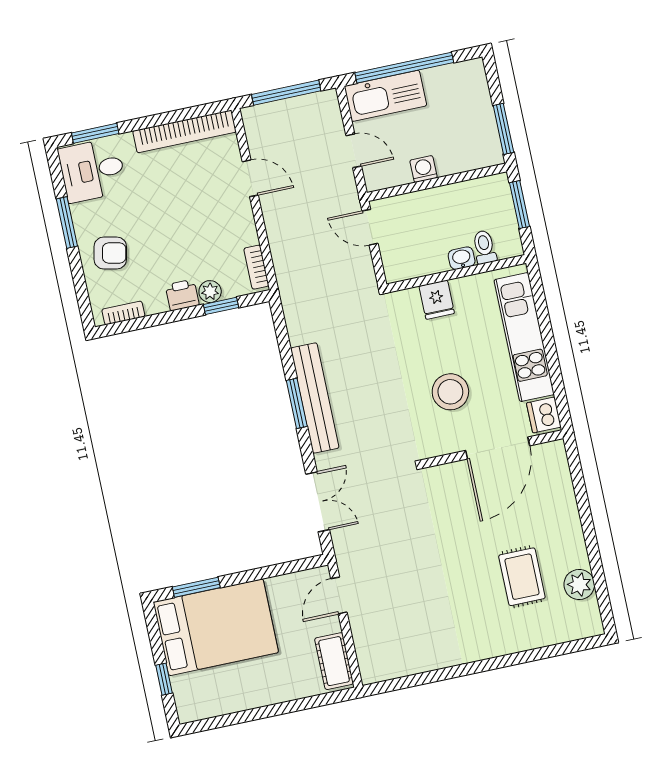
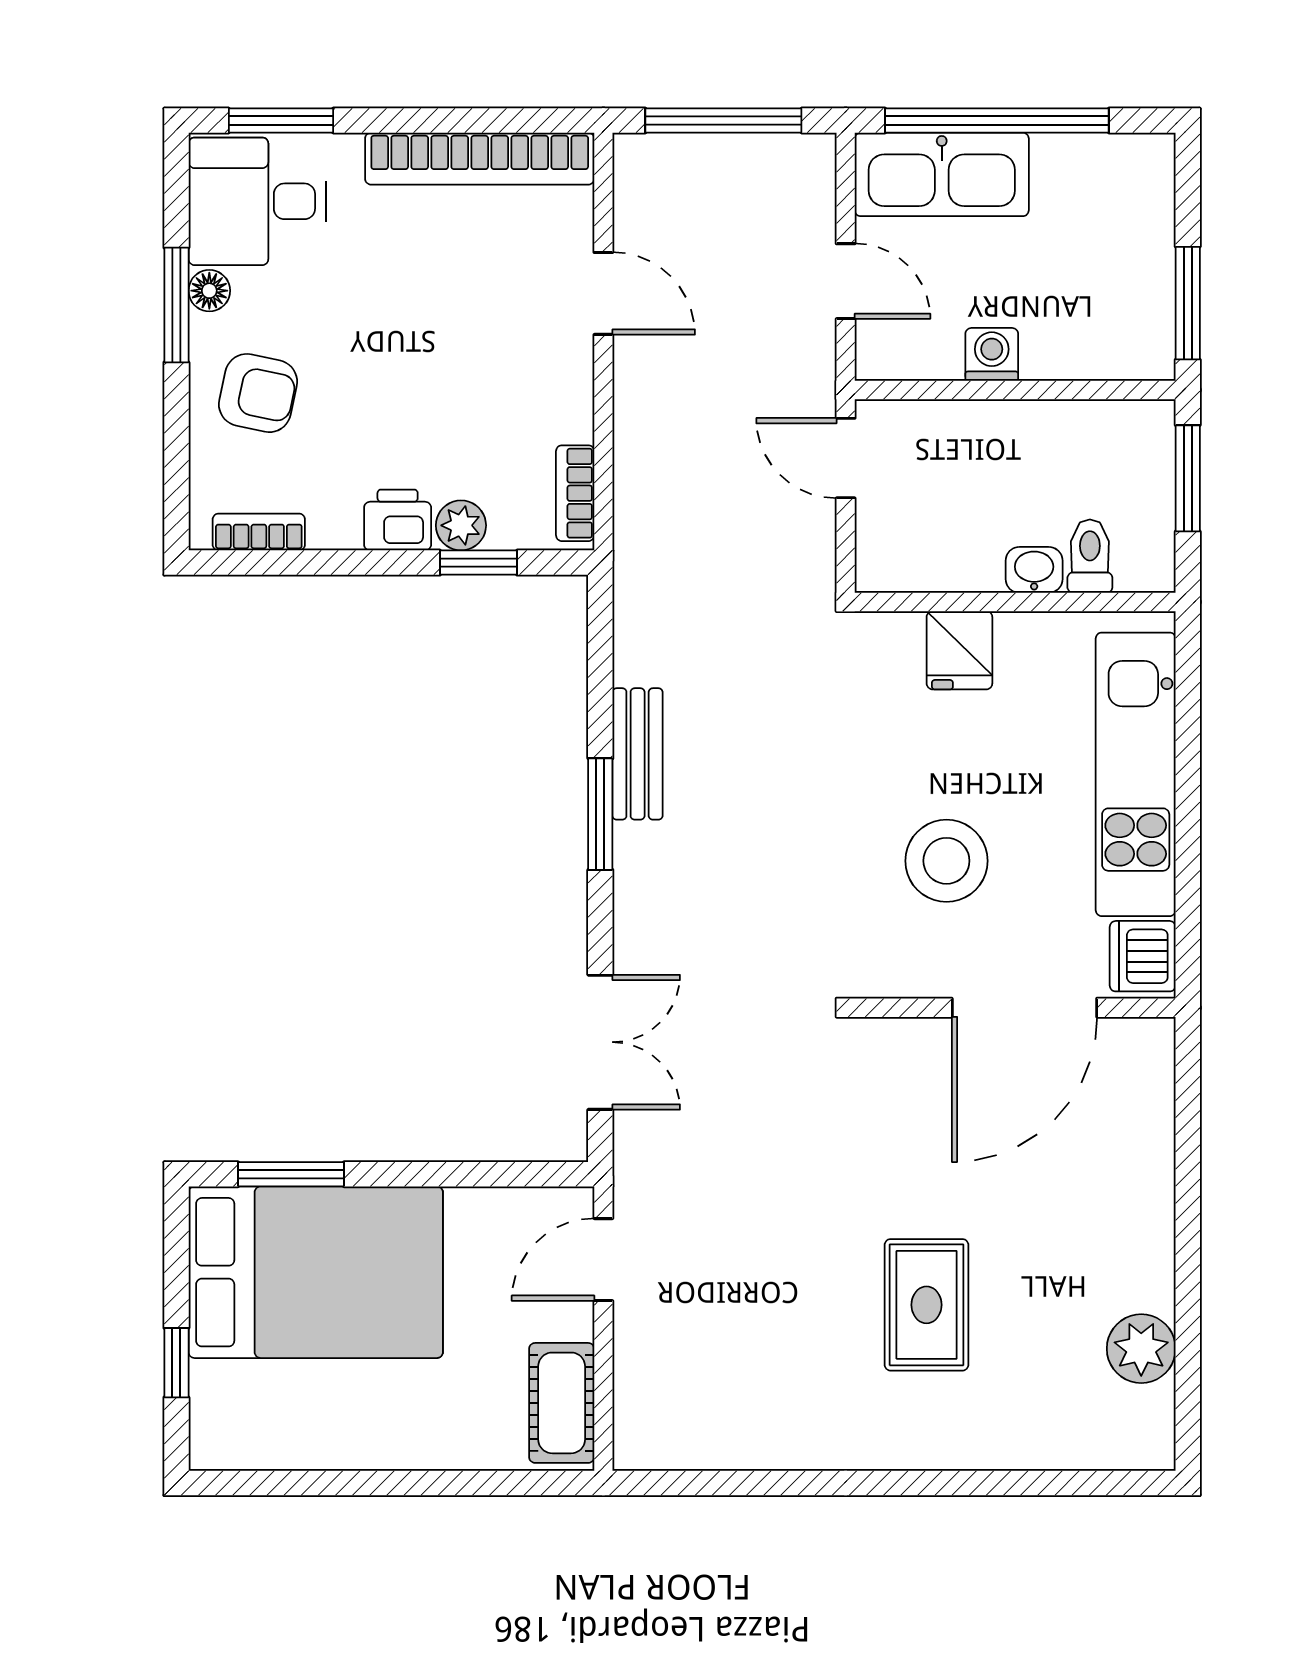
floor lamp: (80, 213) -> (209, 291), added
bench: (315, 398) -> (638, 754), width x0.54, depth x0.82
rug: (522, 577) -> (927, 1305), moved

